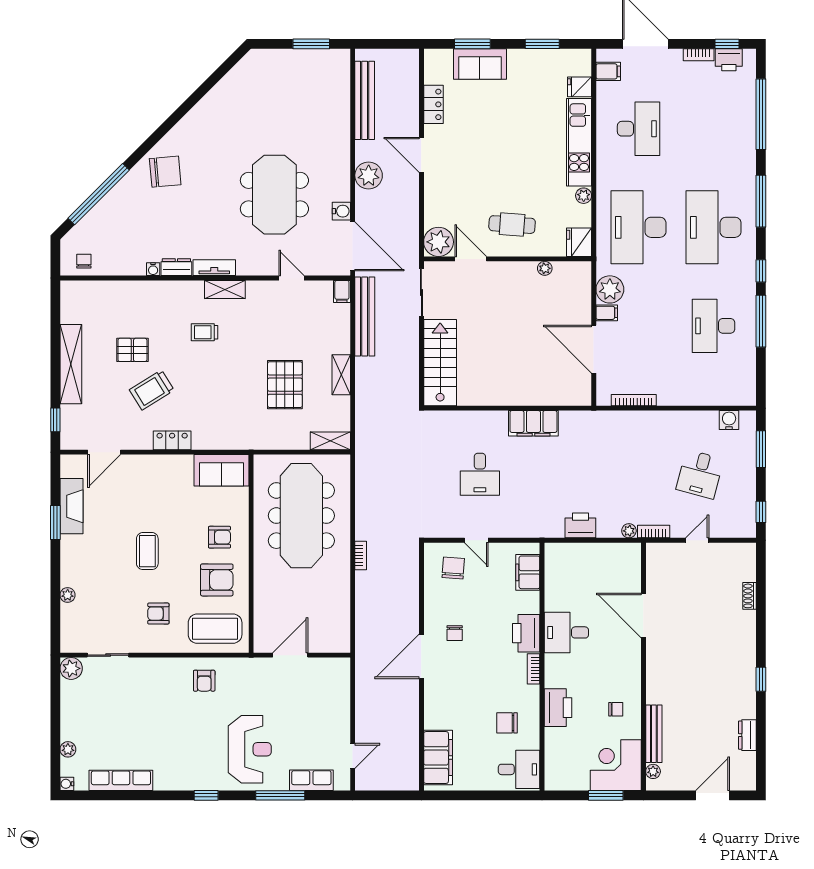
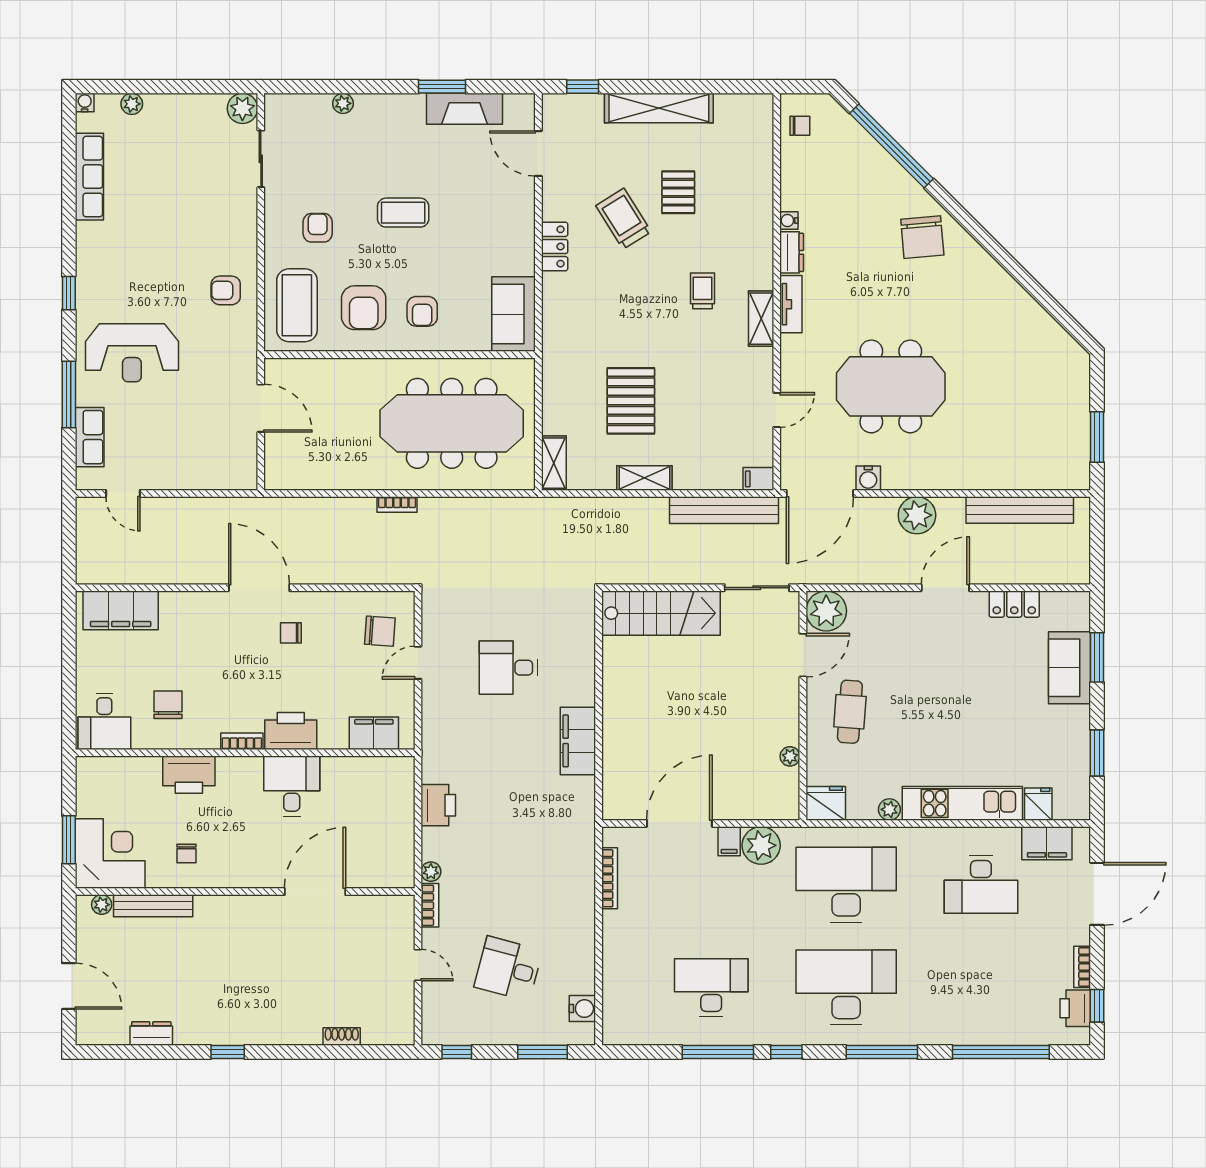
filing cabinet: (608, 71) -> (1047, 843), width x2.00
pallet: (285, 385) -> (631, 401), turned 90

